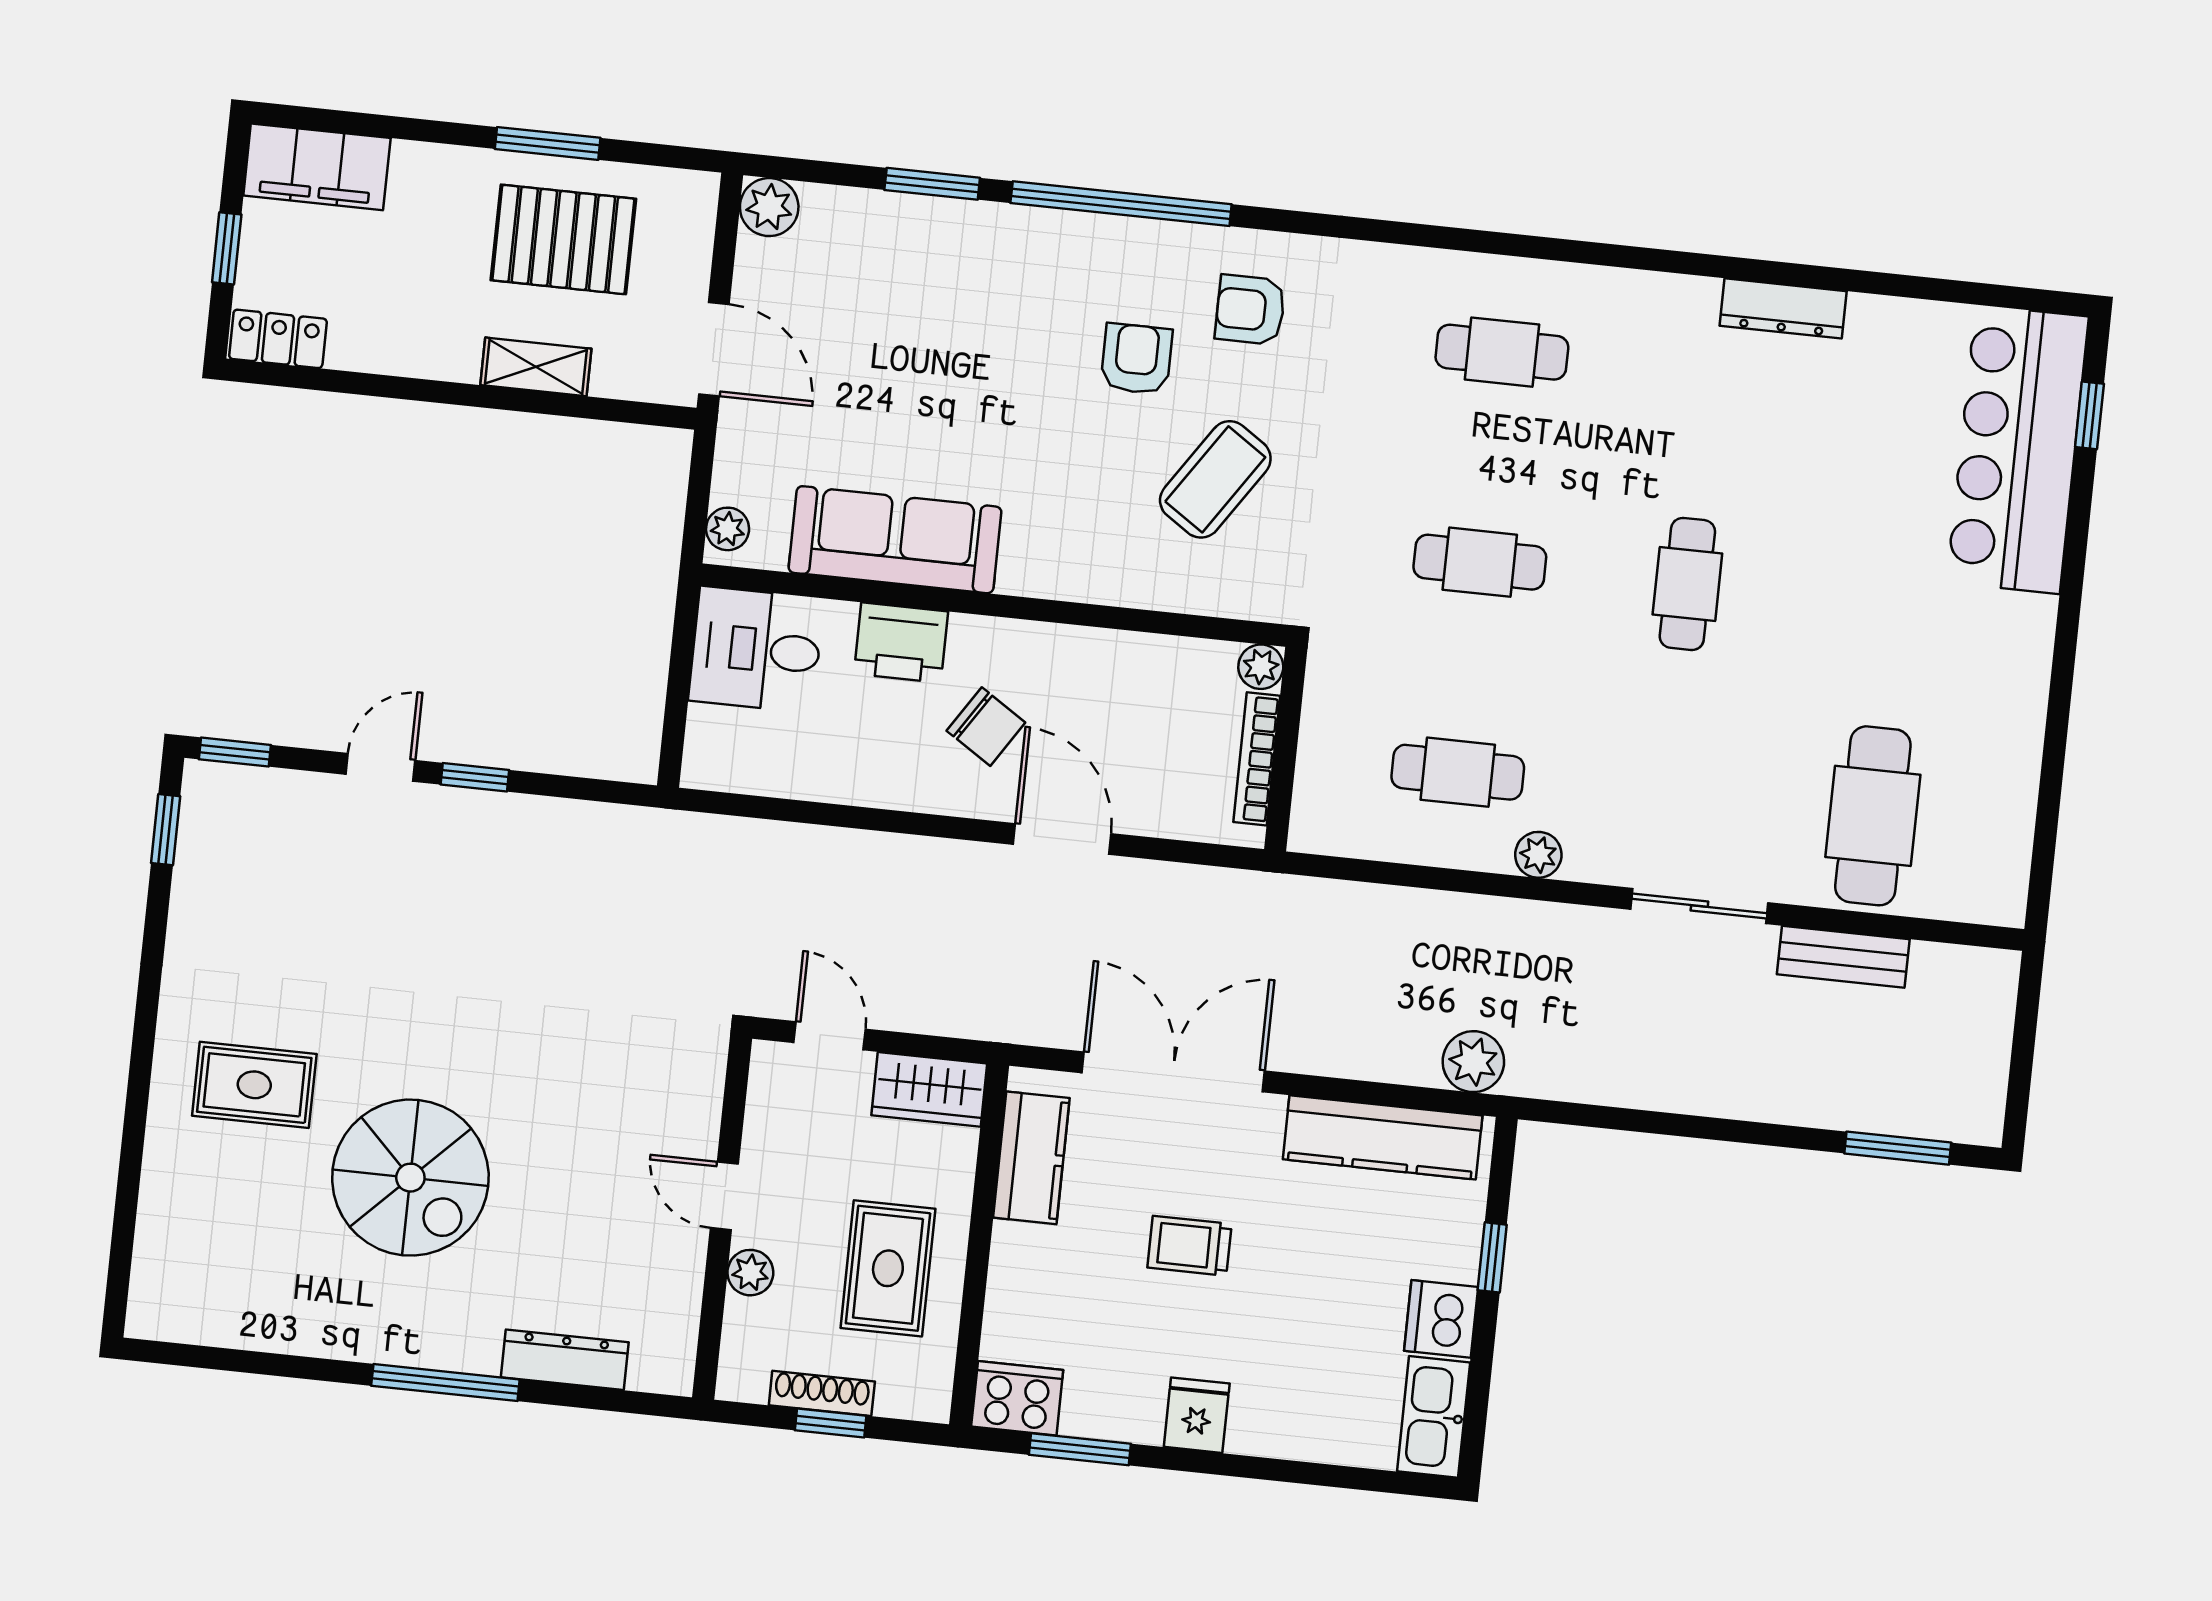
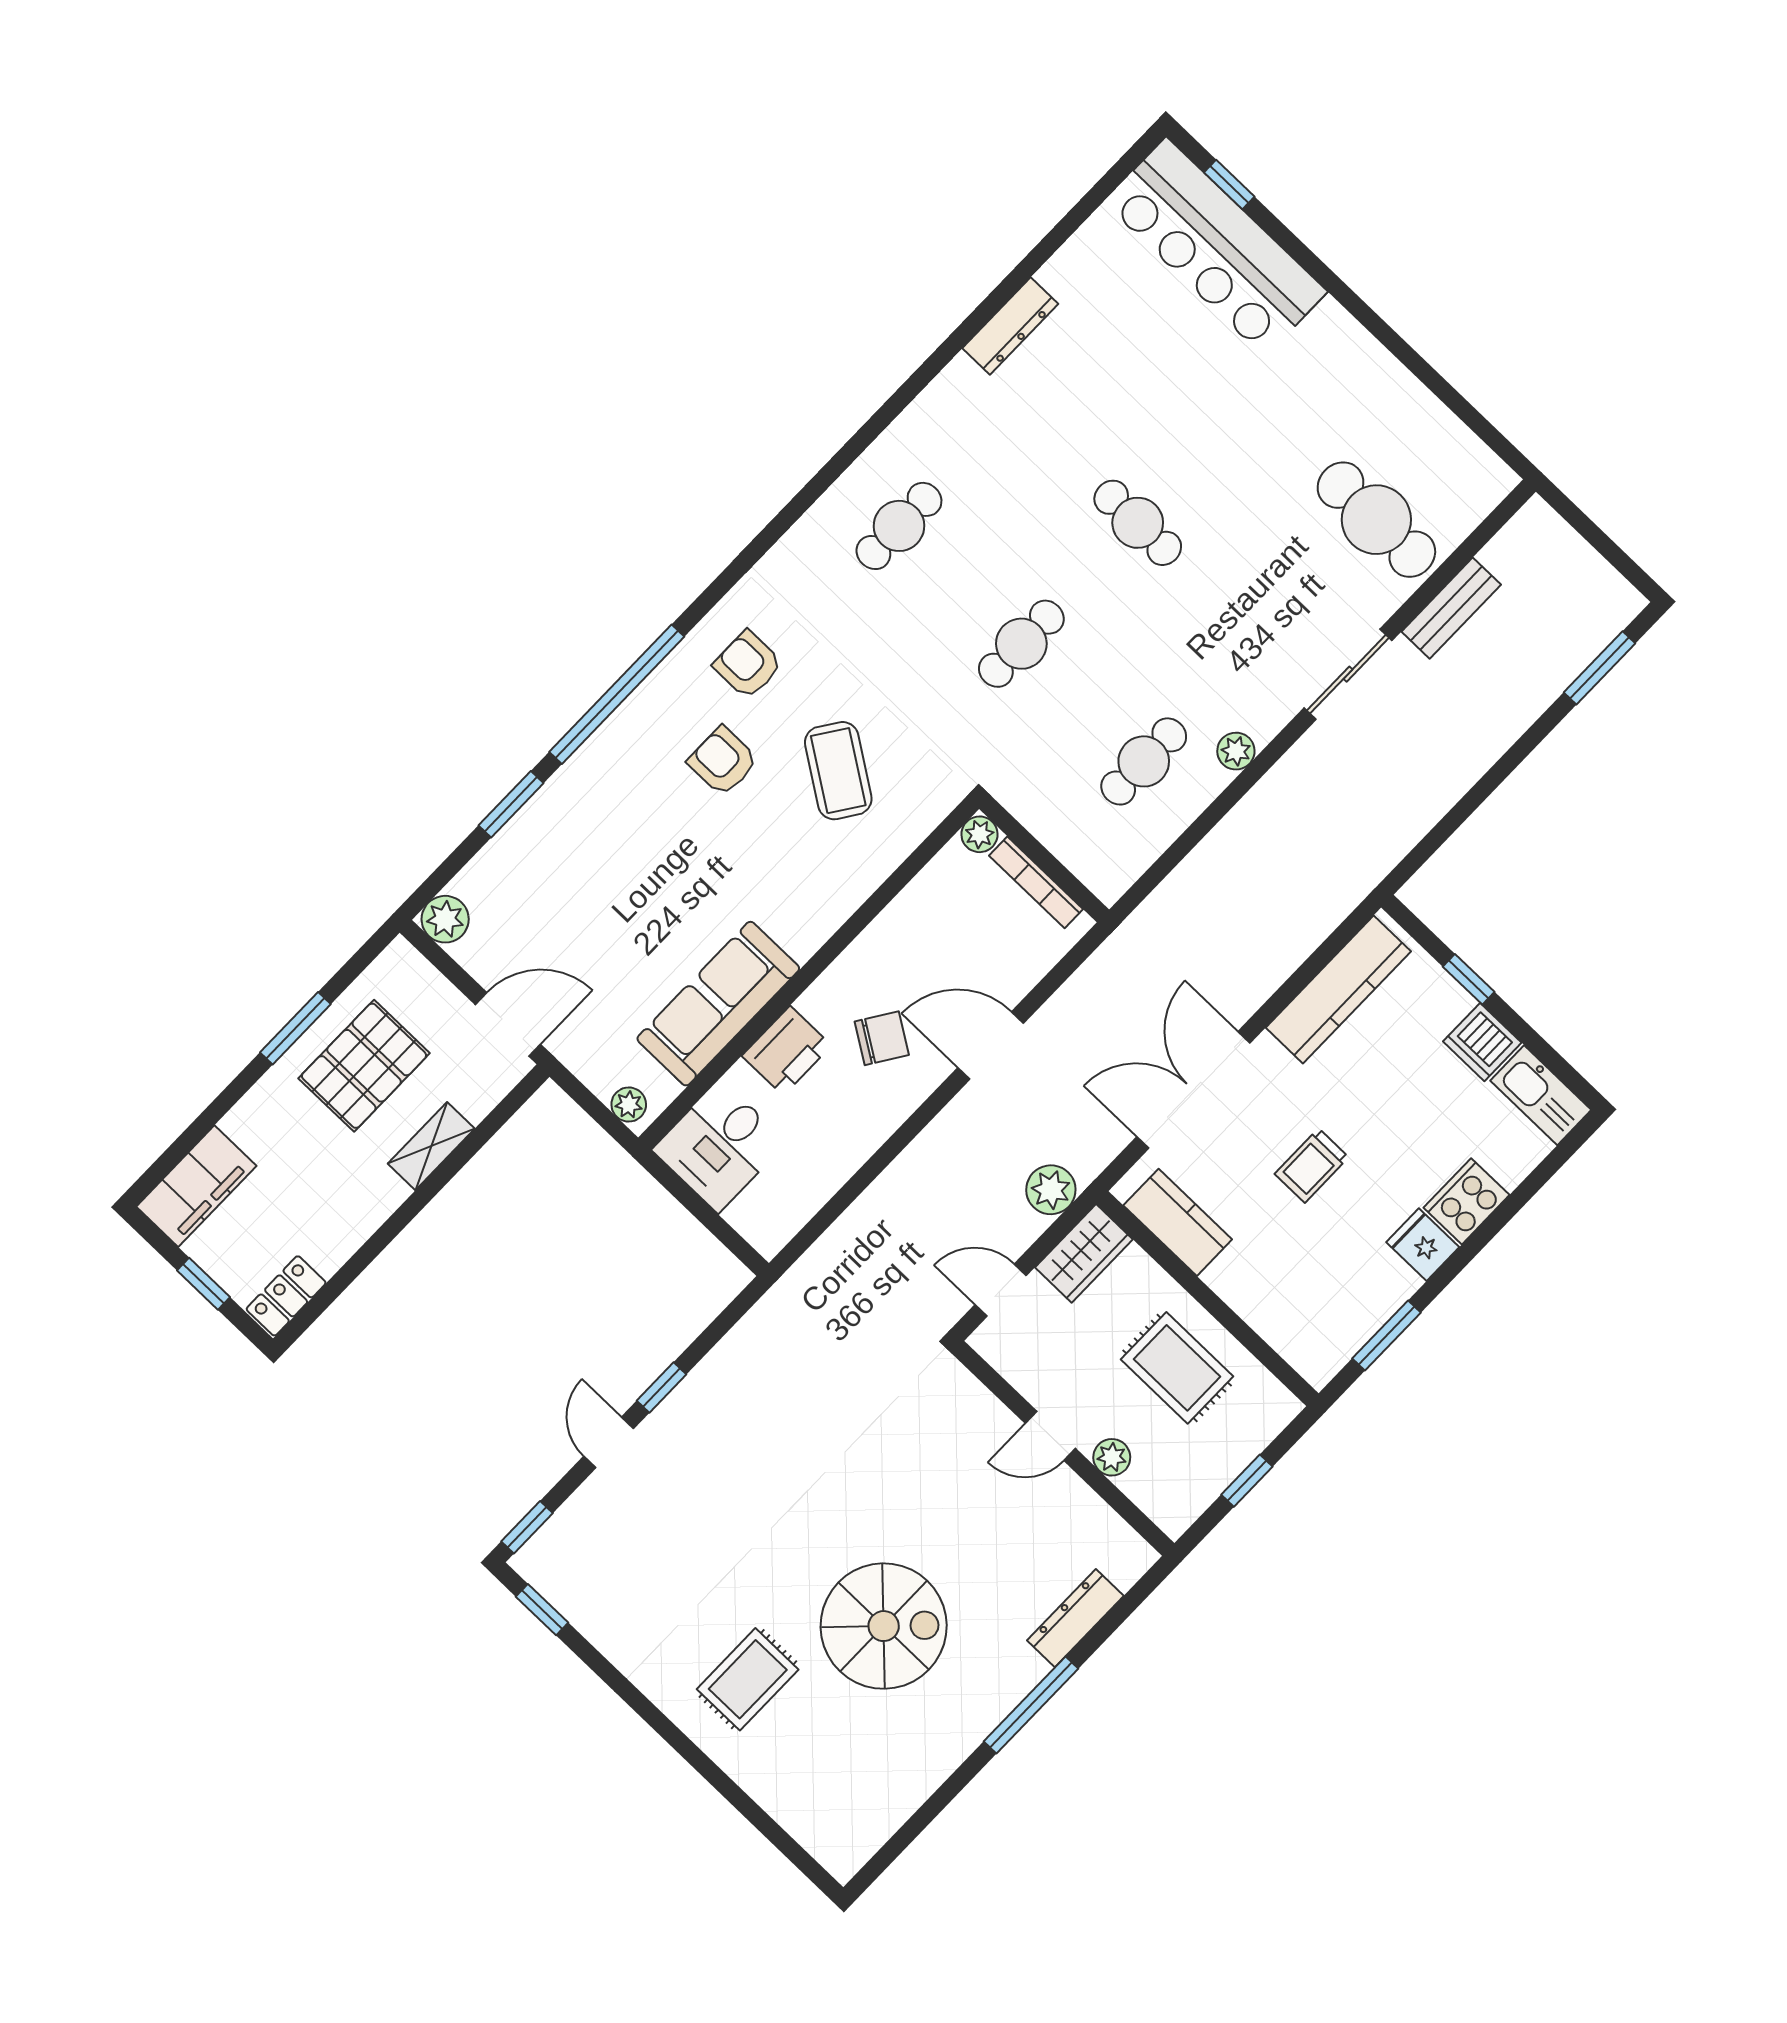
armchair: (1250, 310) -> (748, 665), turned 90
plant: (1473, 1062) -> (1051, 1190), moved
shoe rack: (822, 1393) -> (1224, 1472), removed
cooker: (1017, 1398) -> (1466, 1201), moved

